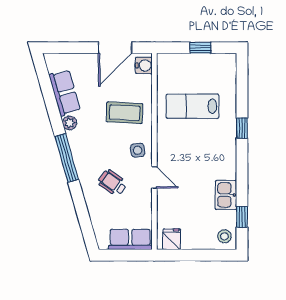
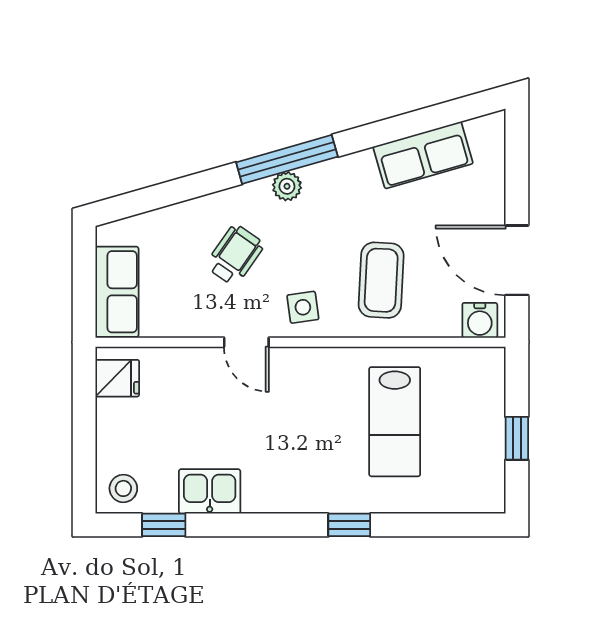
lab bench: (192, 106) -> (395, 422), turned 180
plant: (70, 123) -> (287, 186), moved
door: (154, 177) -> (246, 342), hinge flipped

